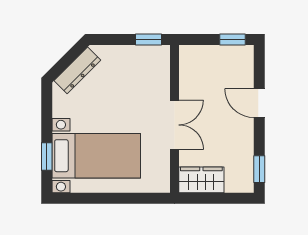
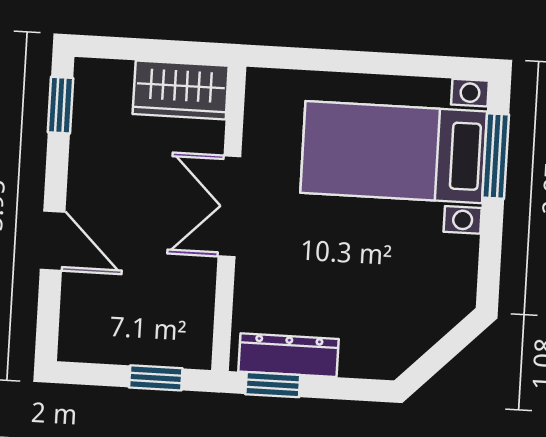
window: (232, 40) -> (156, 378), moved
dresser: (77, 70) -> (288, 355), moved, turned 45
window: (47, 157) -> (496, 156), width x1.50

